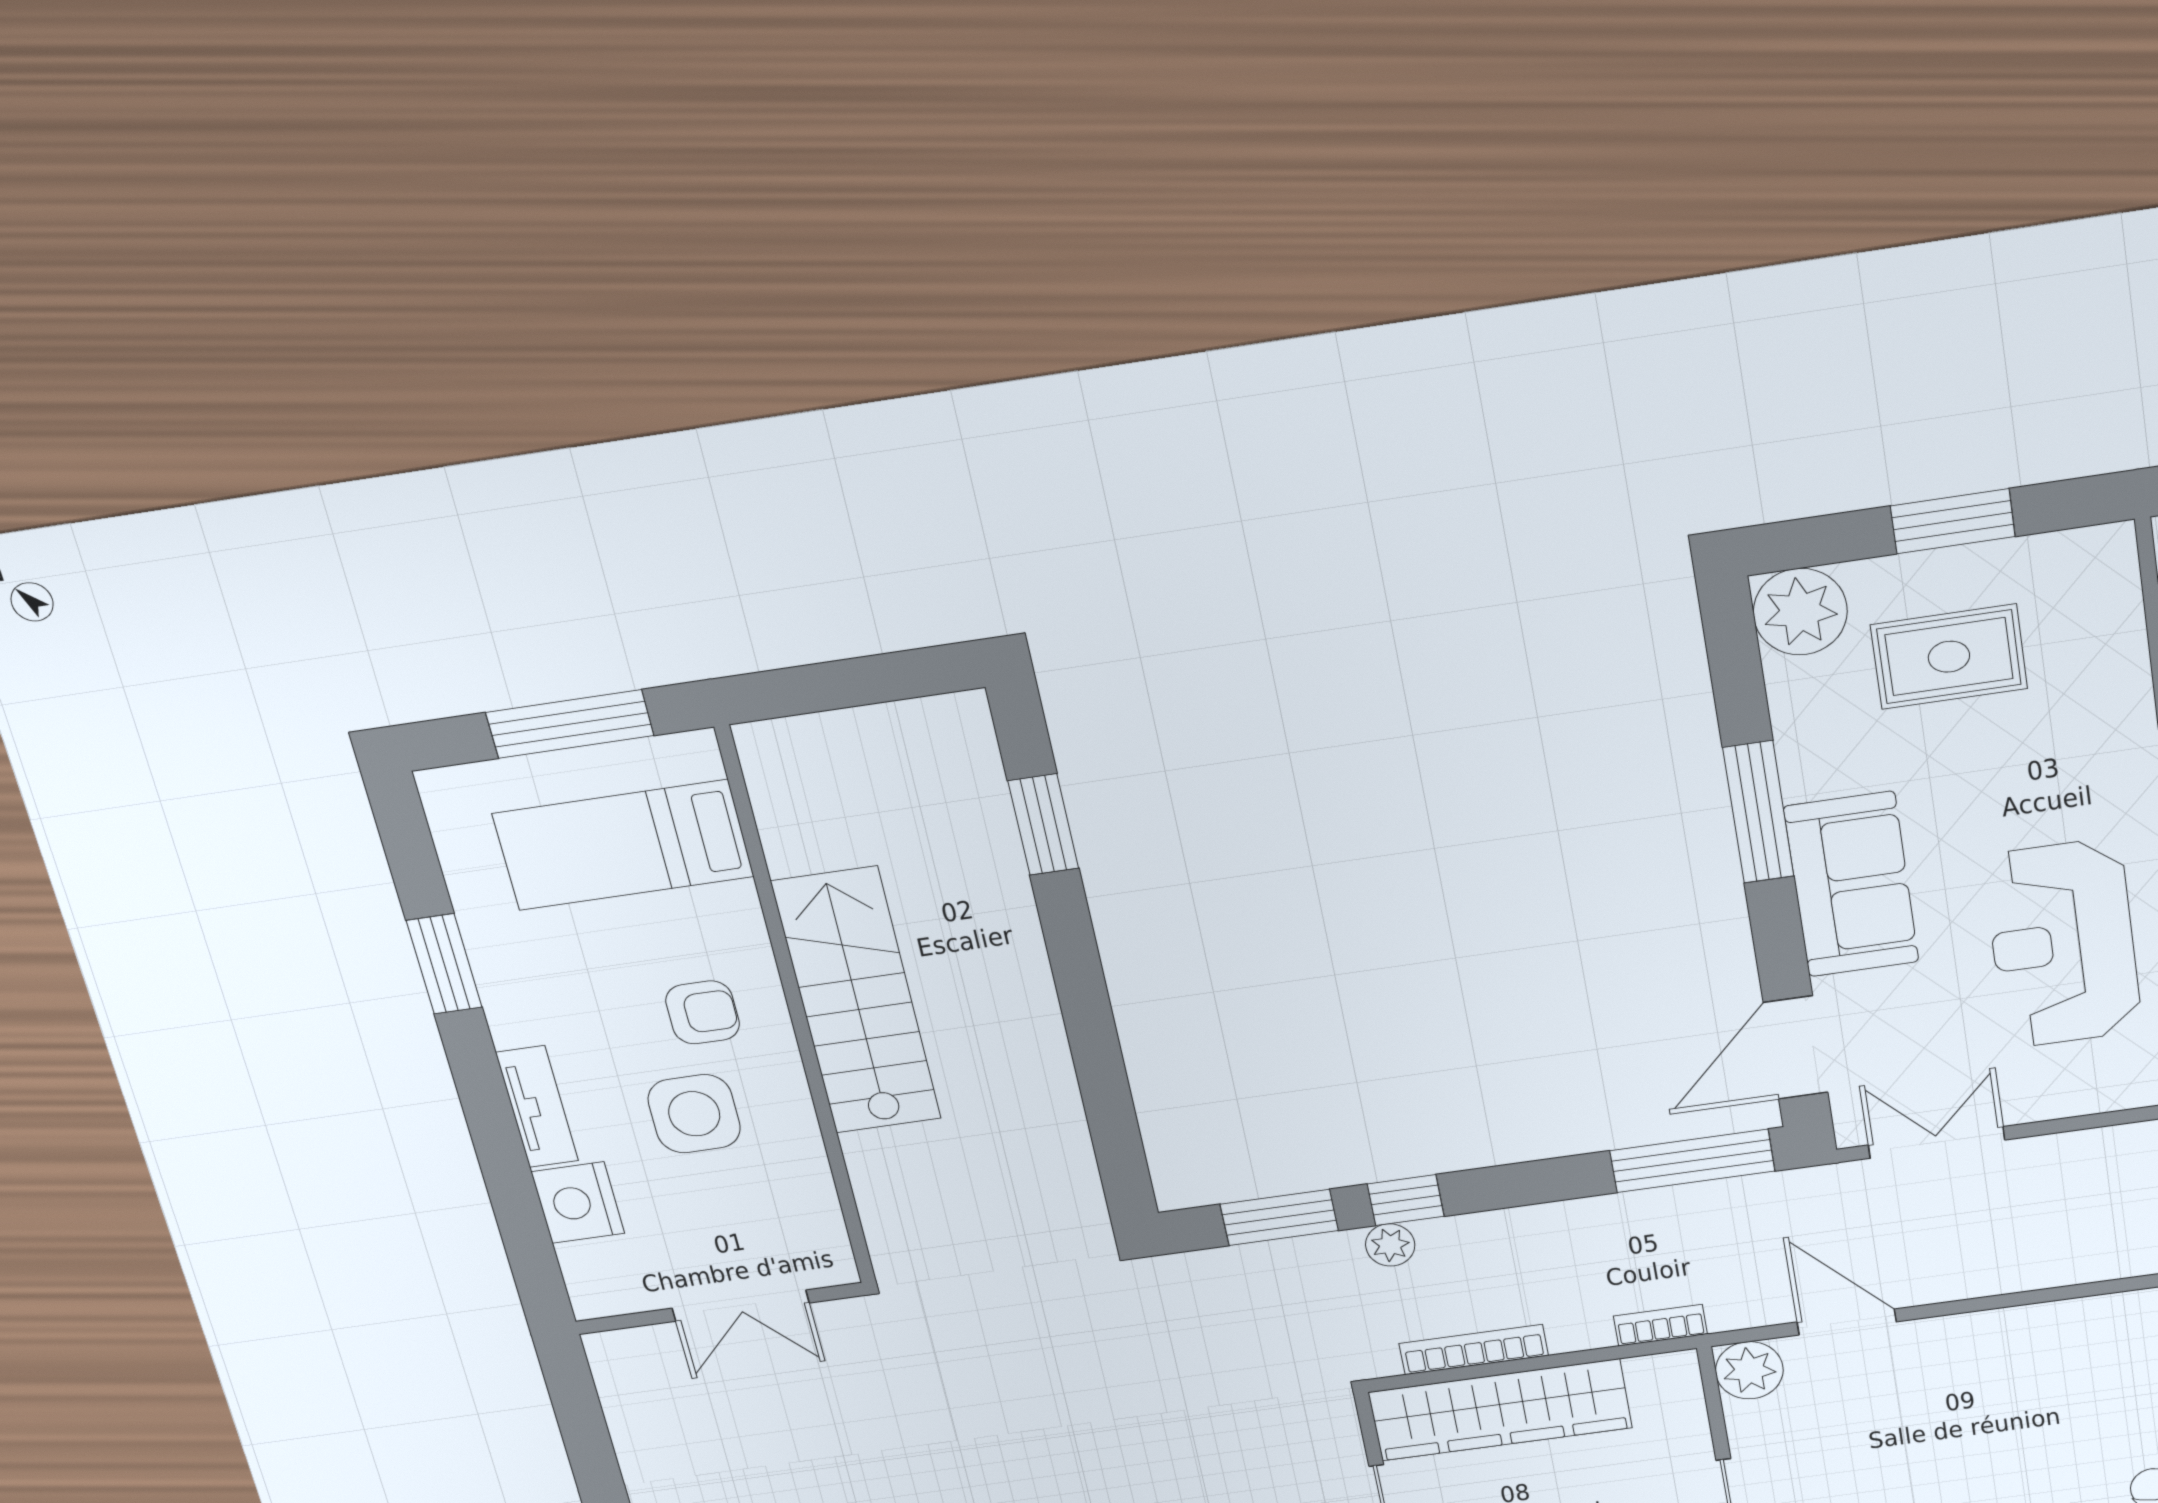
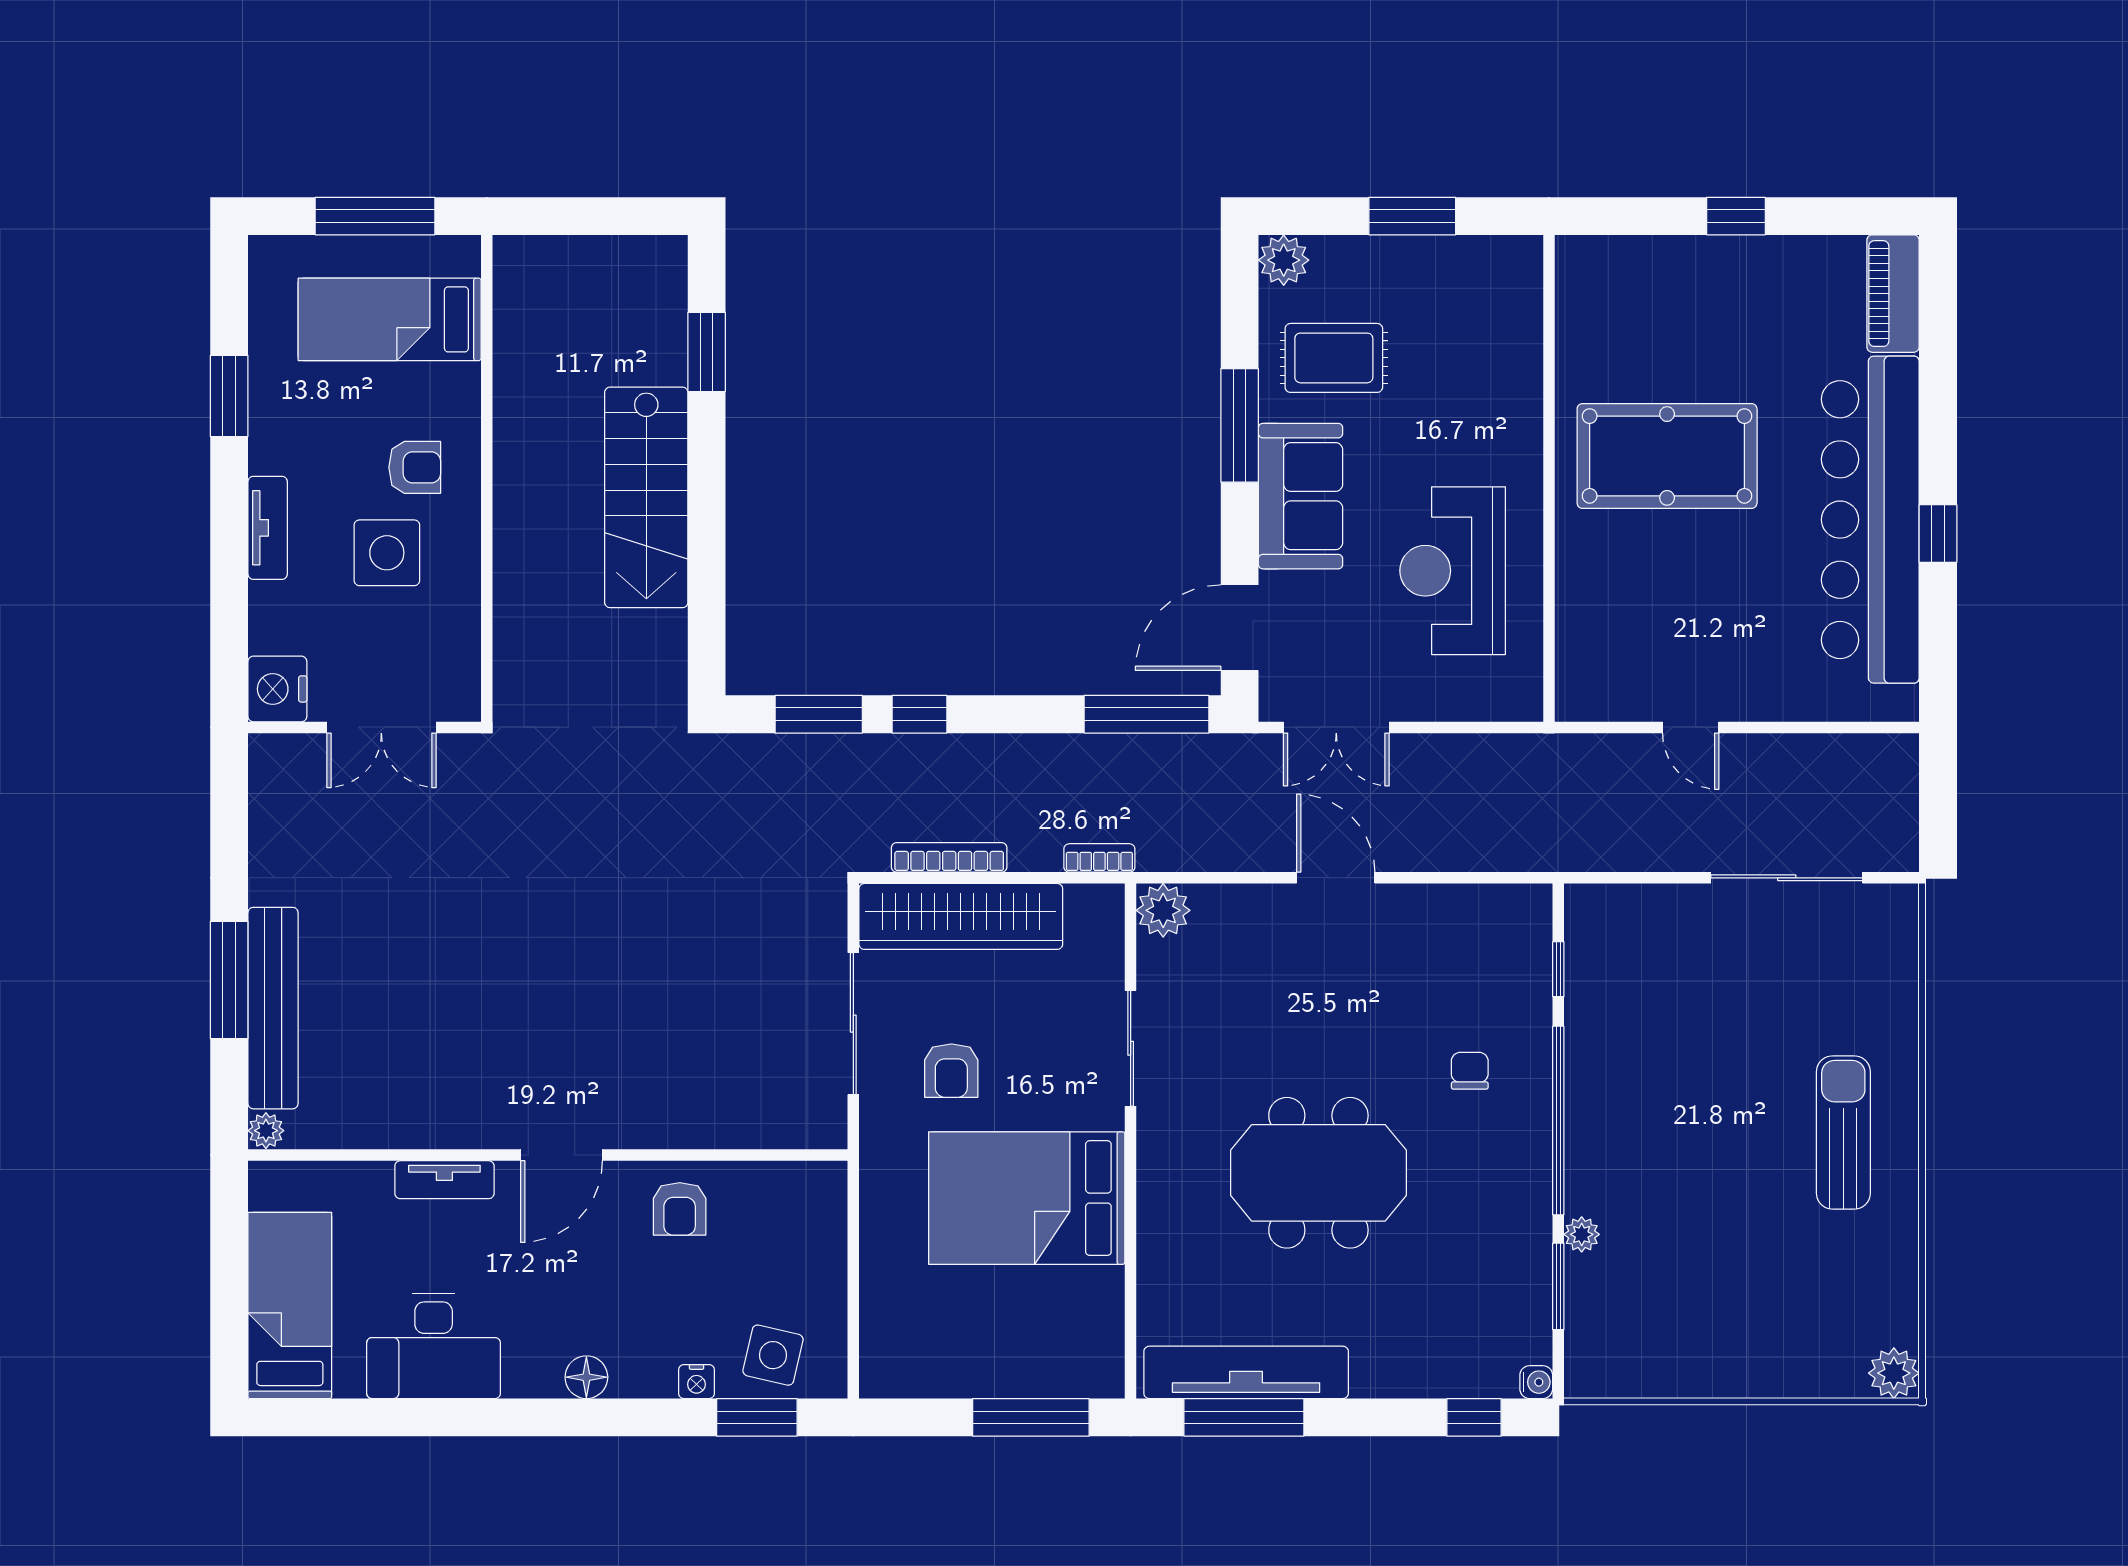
plant: (1800, 612) -> (1284, 260), width x0.73, depth x0.73
rug: (1949, 657) -> (1334, 358), moved
stairs: (857, 1001) -> (646, 497), moved, turned 180
double door: (1936, 1143) -> (1336, 727), swing flipped
nightstand: (578, 1203) -> (277, 689), moved
plant: (1390, 1245) -> (900, 752), removed
door: (1847, 1322) -> (1336, 878), moved

